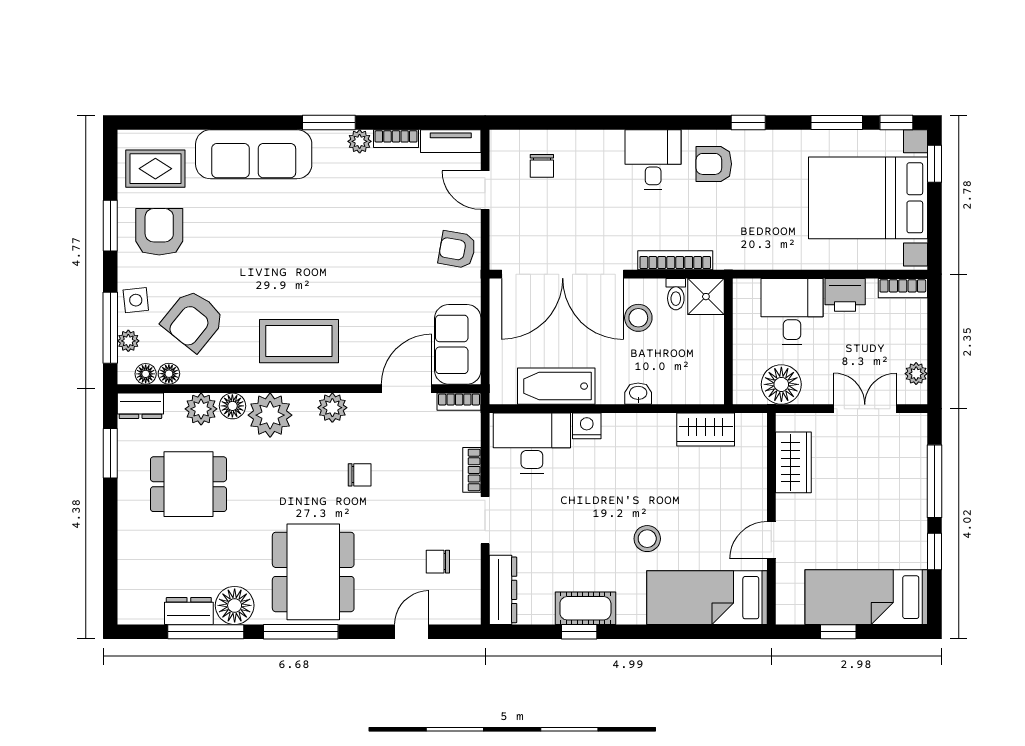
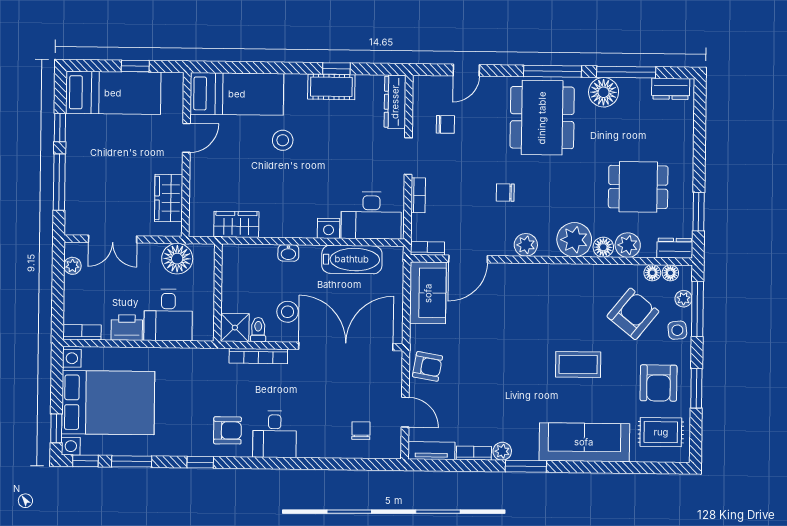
coffee table: (299, 341) -> (578, 364), moved, width x0.73, depth x0.76
dresser: (189, 611) -> (671, 89), moved

